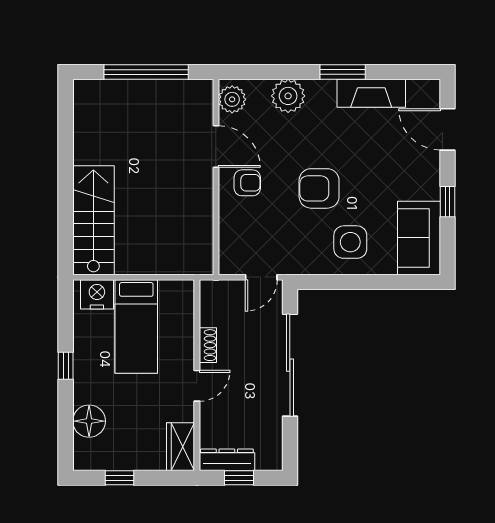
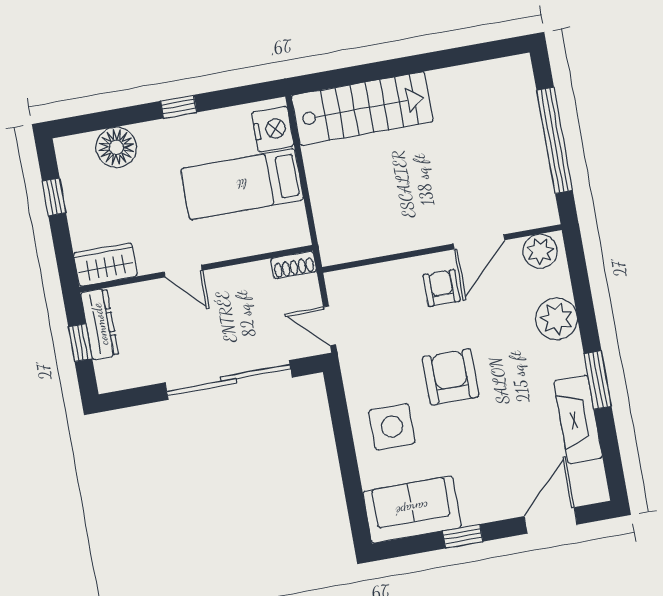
armchair: (247, 183) -> (442, 288), turned 180
shoe rack: (208, 345) -> (294, 265), moved

